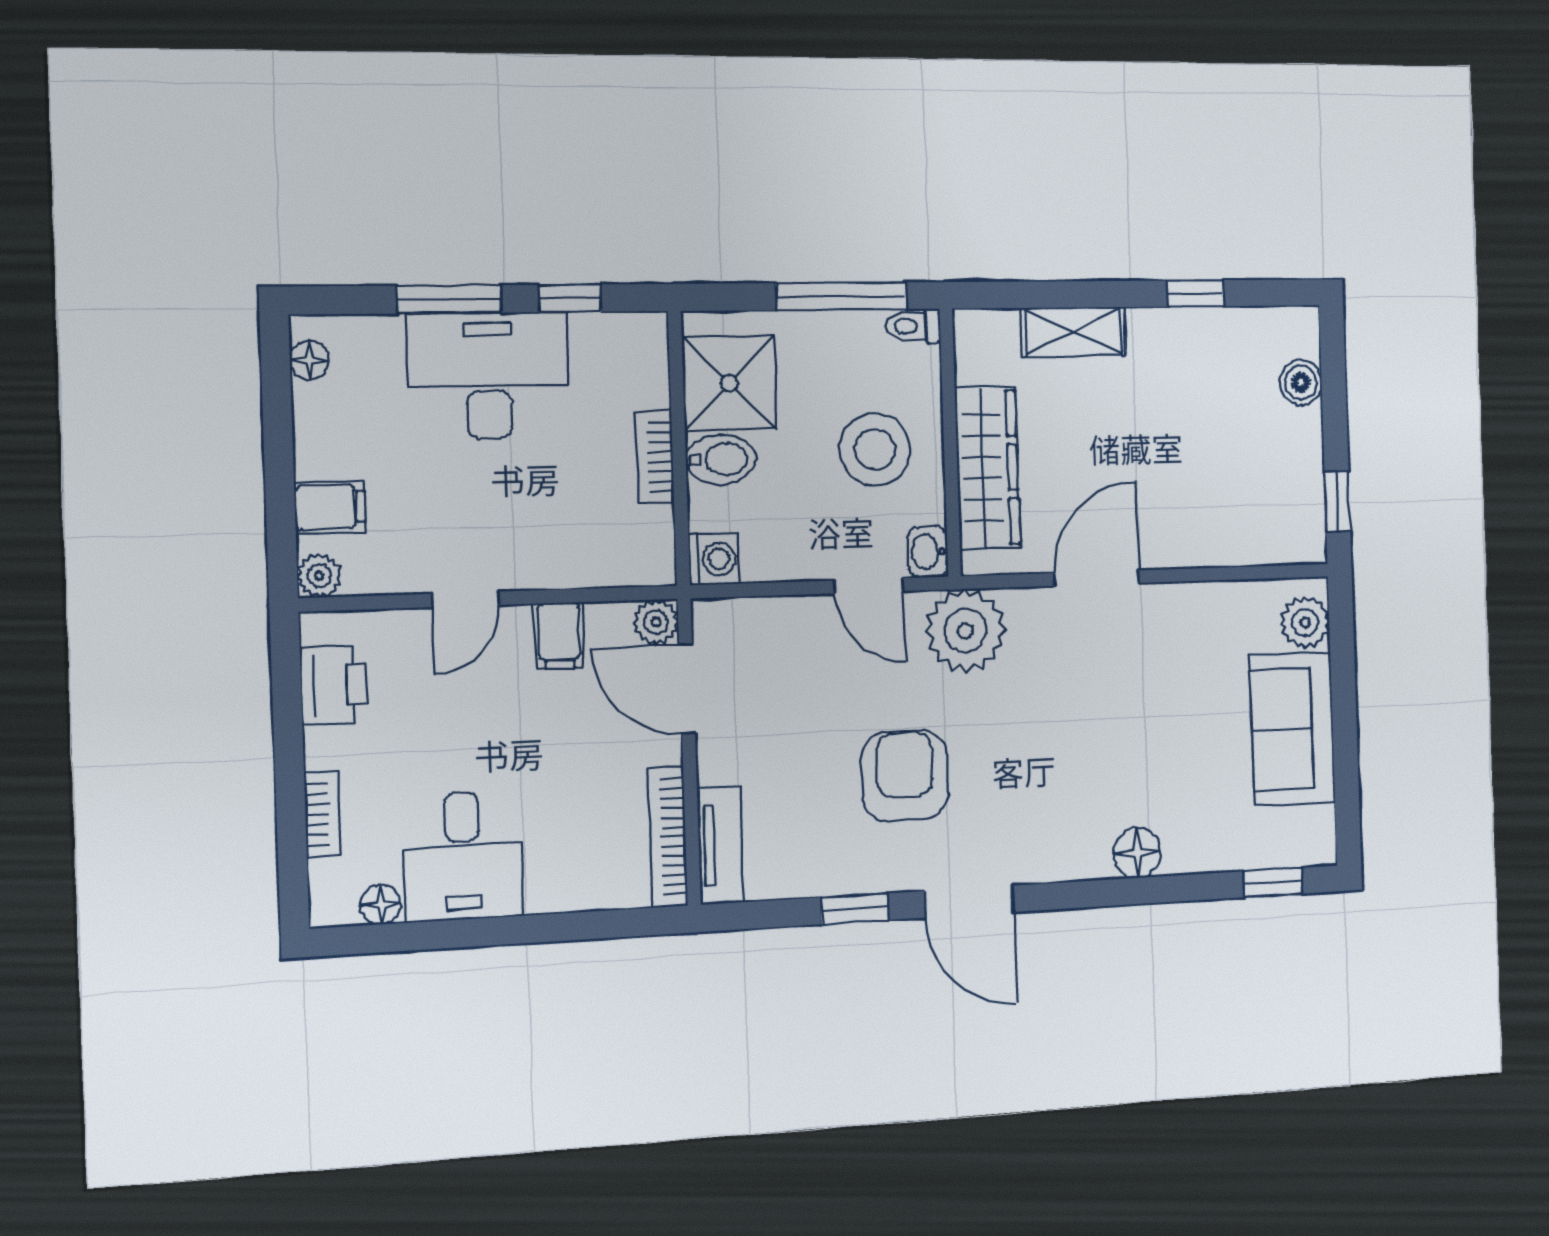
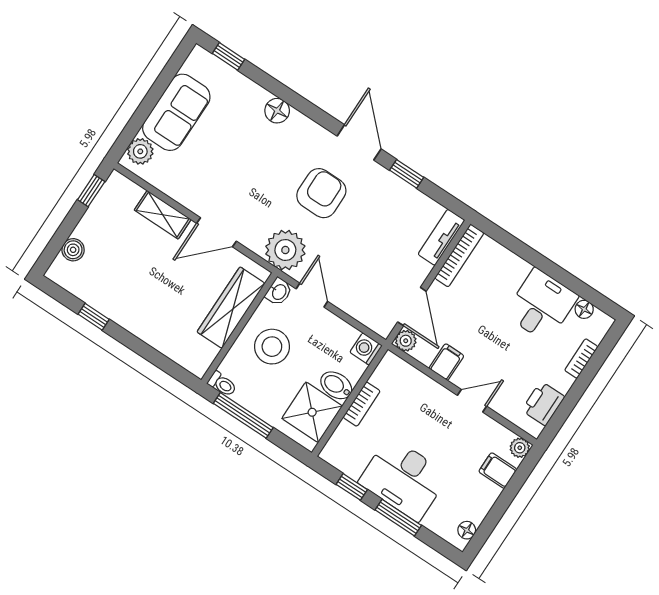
shelving: (1073, 332) -> (163, 215), moved
armchair: (905, 776) -> (321, 193), moved, turned 180

